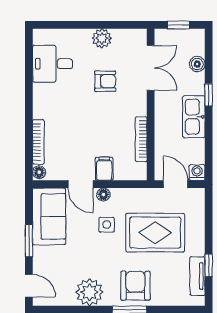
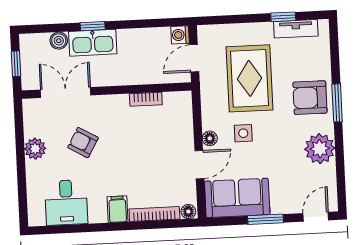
armchair: (105, 81) -> (83, 143), turned -60
kitchen sink: (194, 117) -> (93, 43), moved
bookcase: (141, 139) -> (146, 99), width x0.64
filing cabinet: (104, 169) -> (118, 209), moved, turned 90

